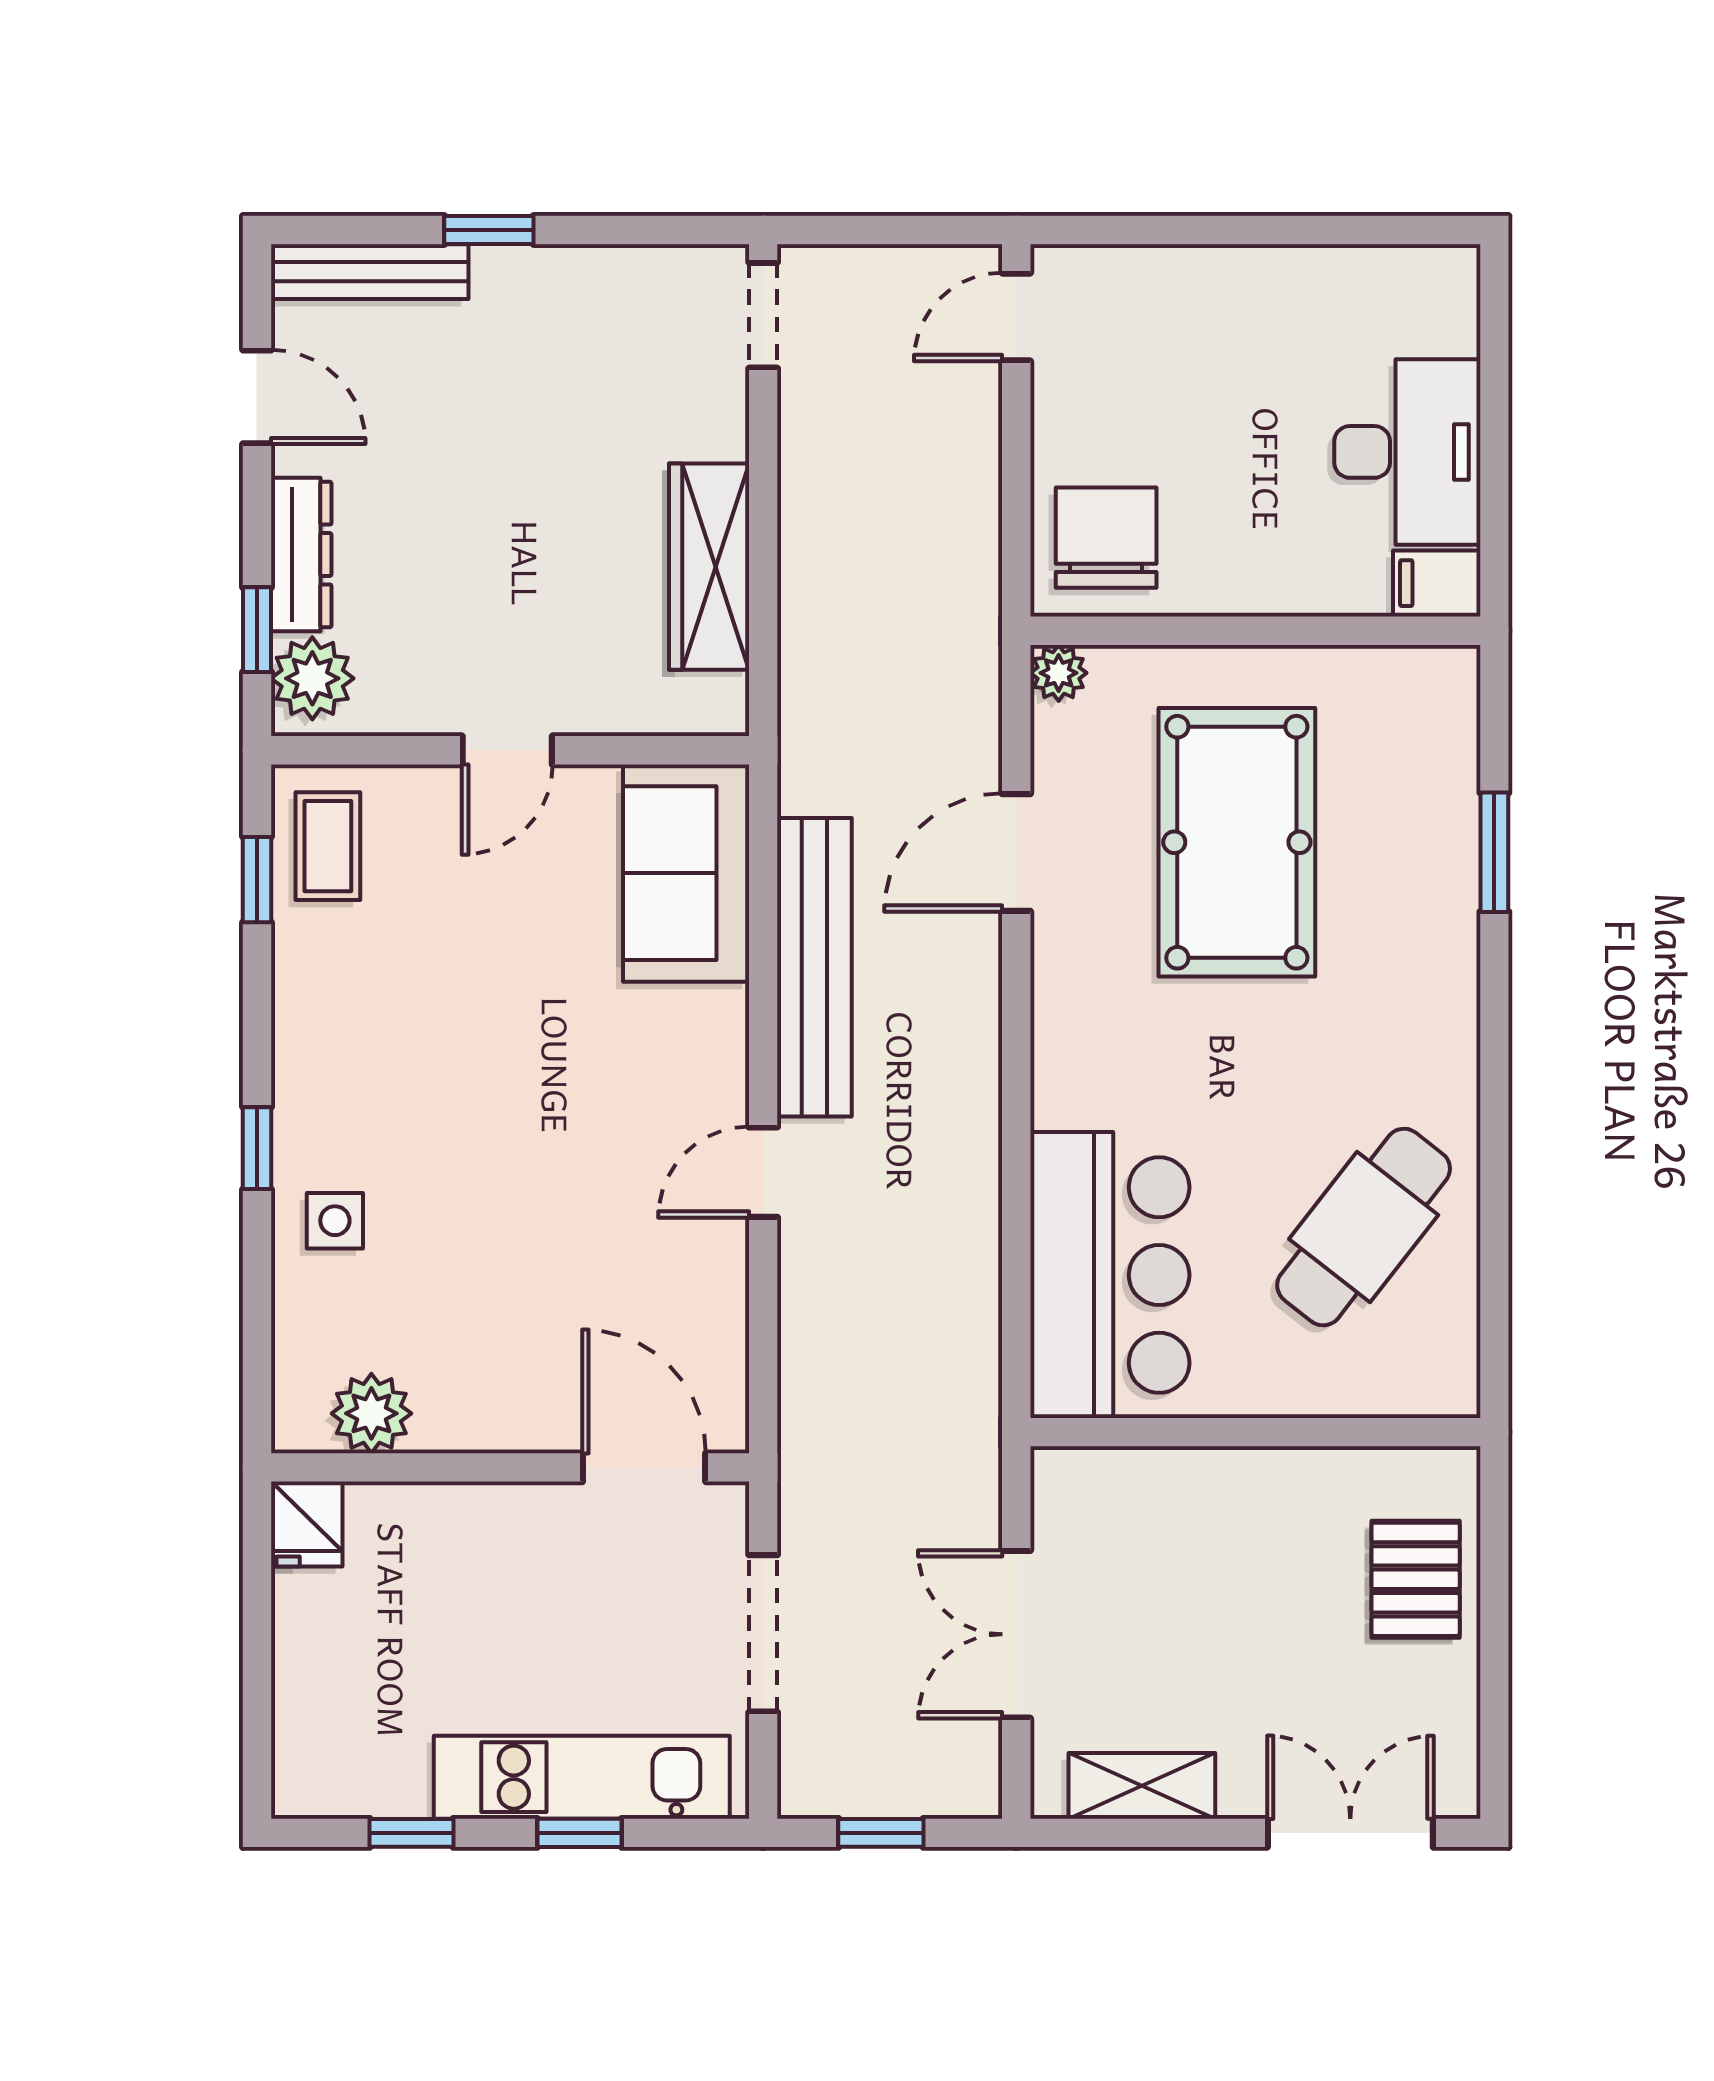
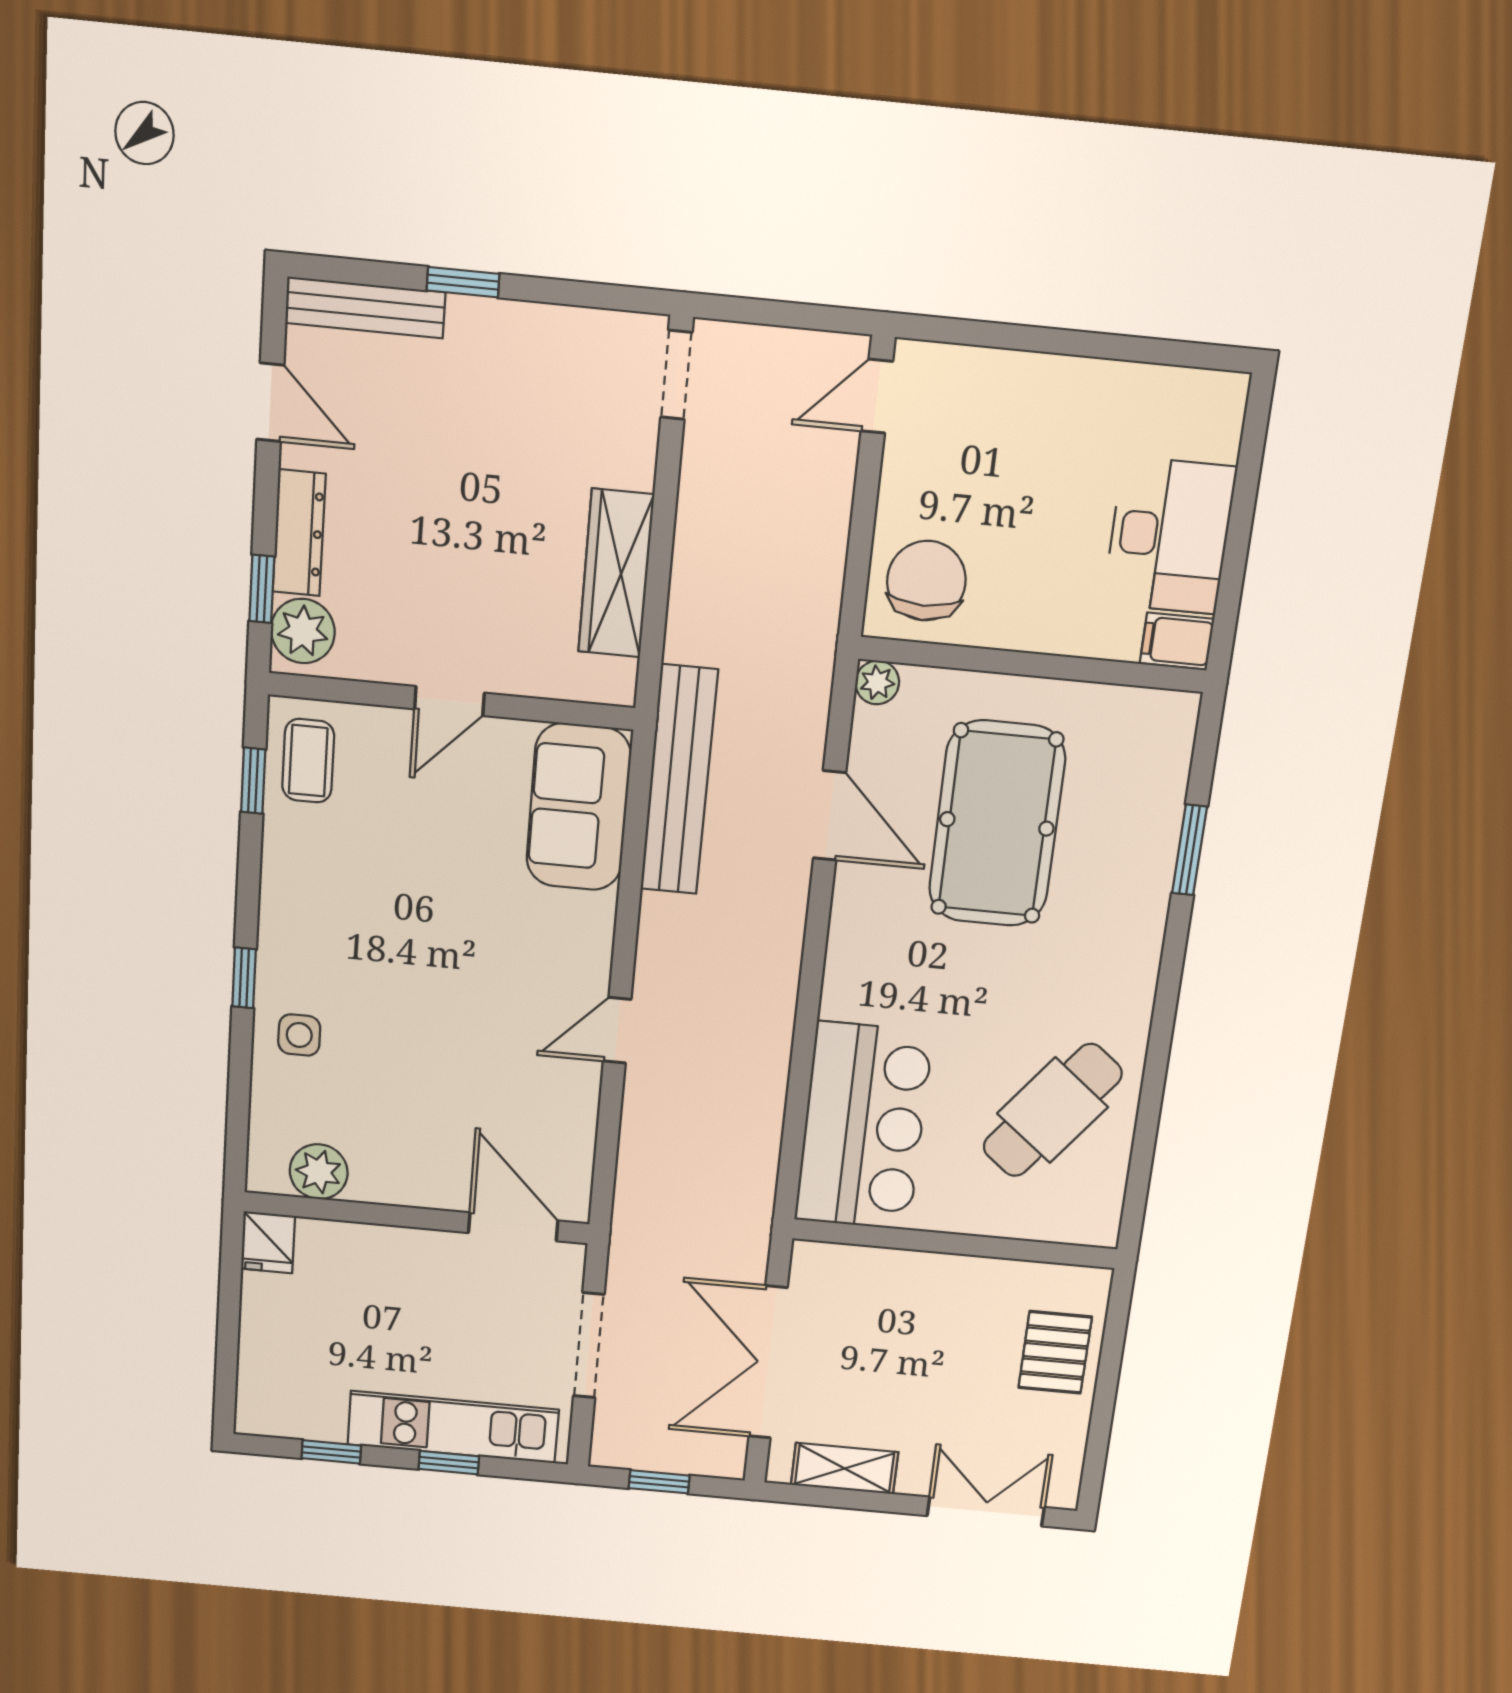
door: (1016, 853) -> (830, 816), swing flipped
bench: (814, 967) -> (679, 780), moved
double door: (1016, 1634) -> (768, 1362), width x1.37

